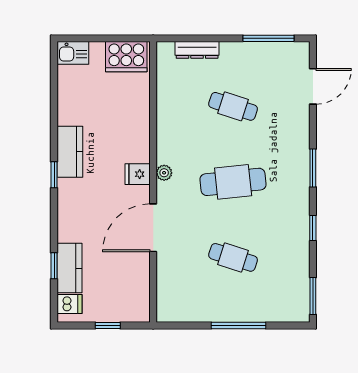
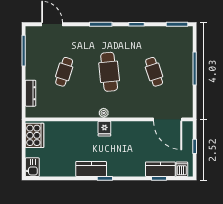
door: (153, 228) -> (168, 119), moved
cafe table: (233, 257) -> (154, 72), turned -36

